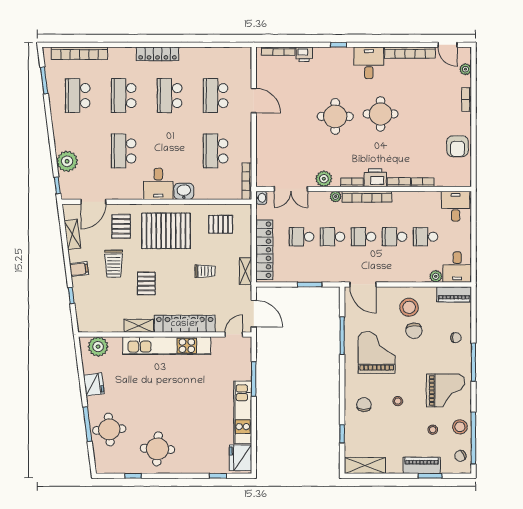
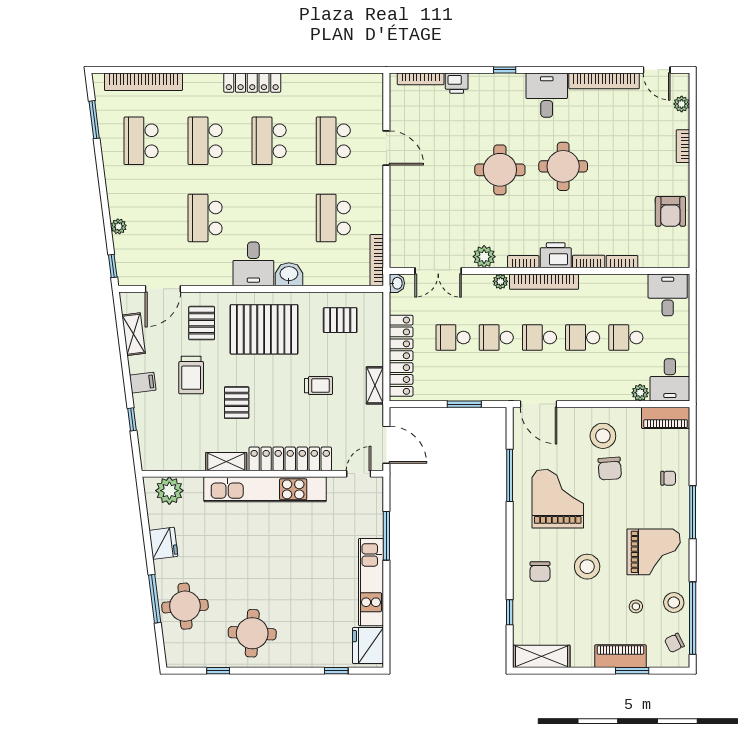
plant: (67, 161) -> (119, 226), width x0.53, depth x0.53
stool: (398, 401) -> (587, 567), width x1.89, depth x1.89
chair: (364, 405) -> (540, 572), turned 180

